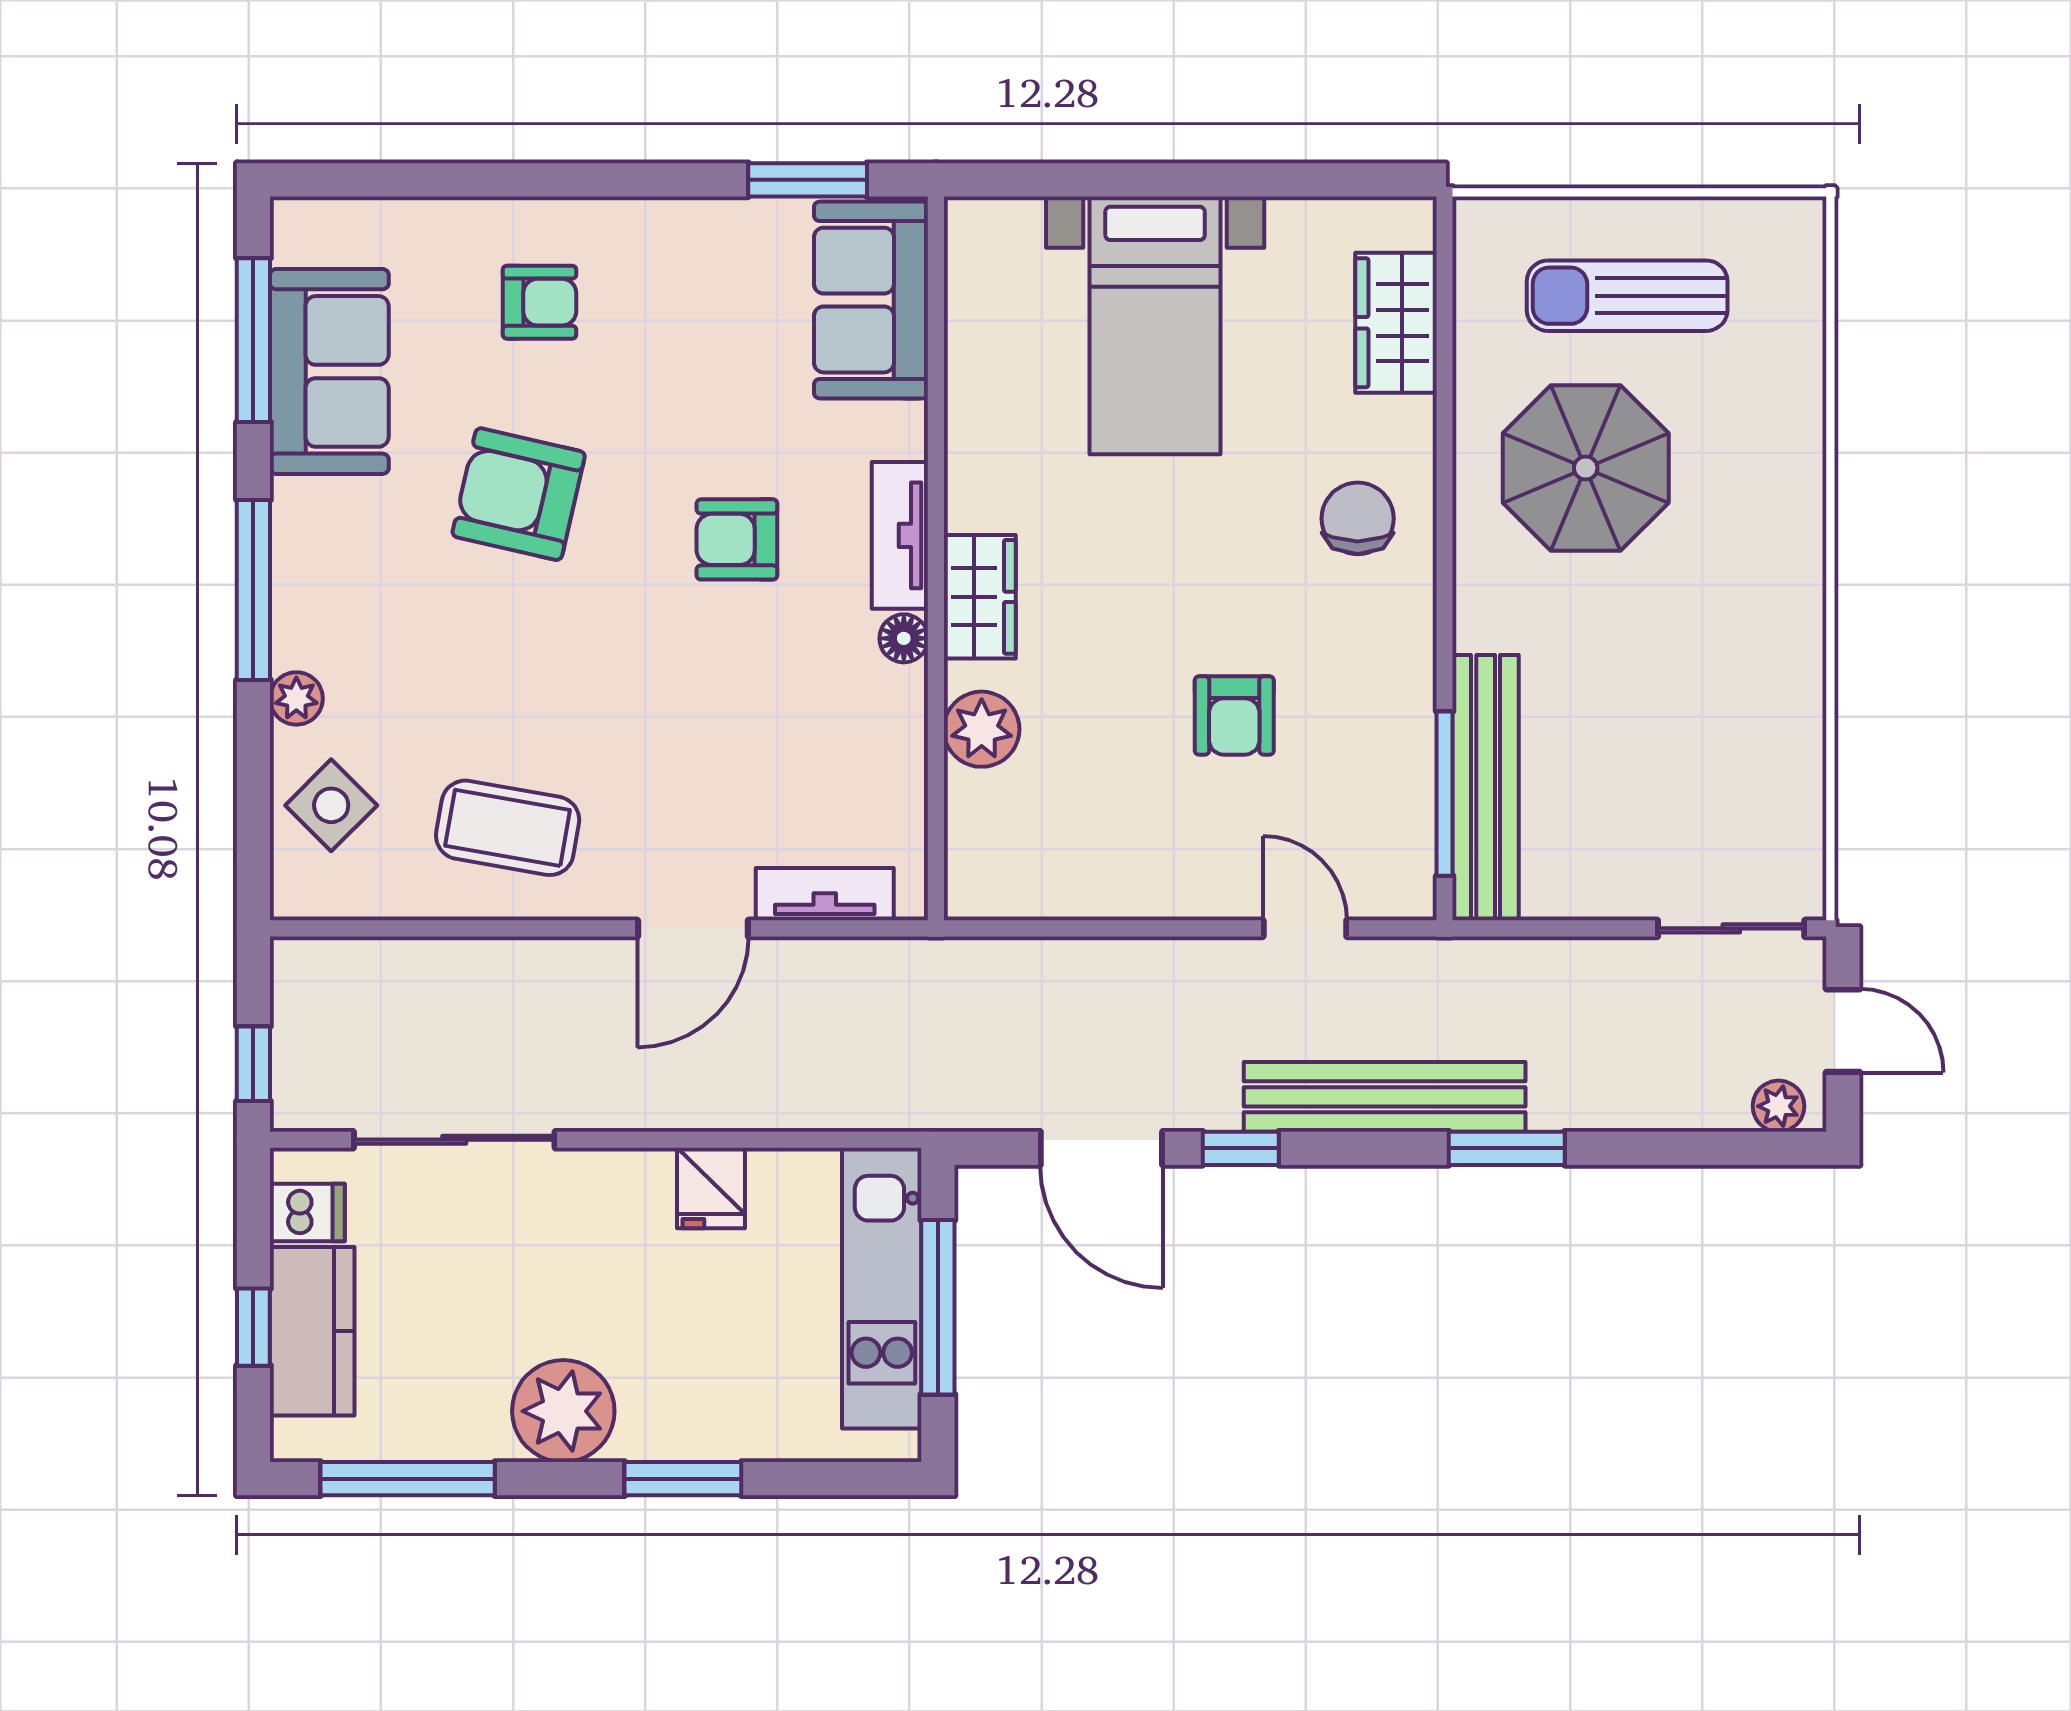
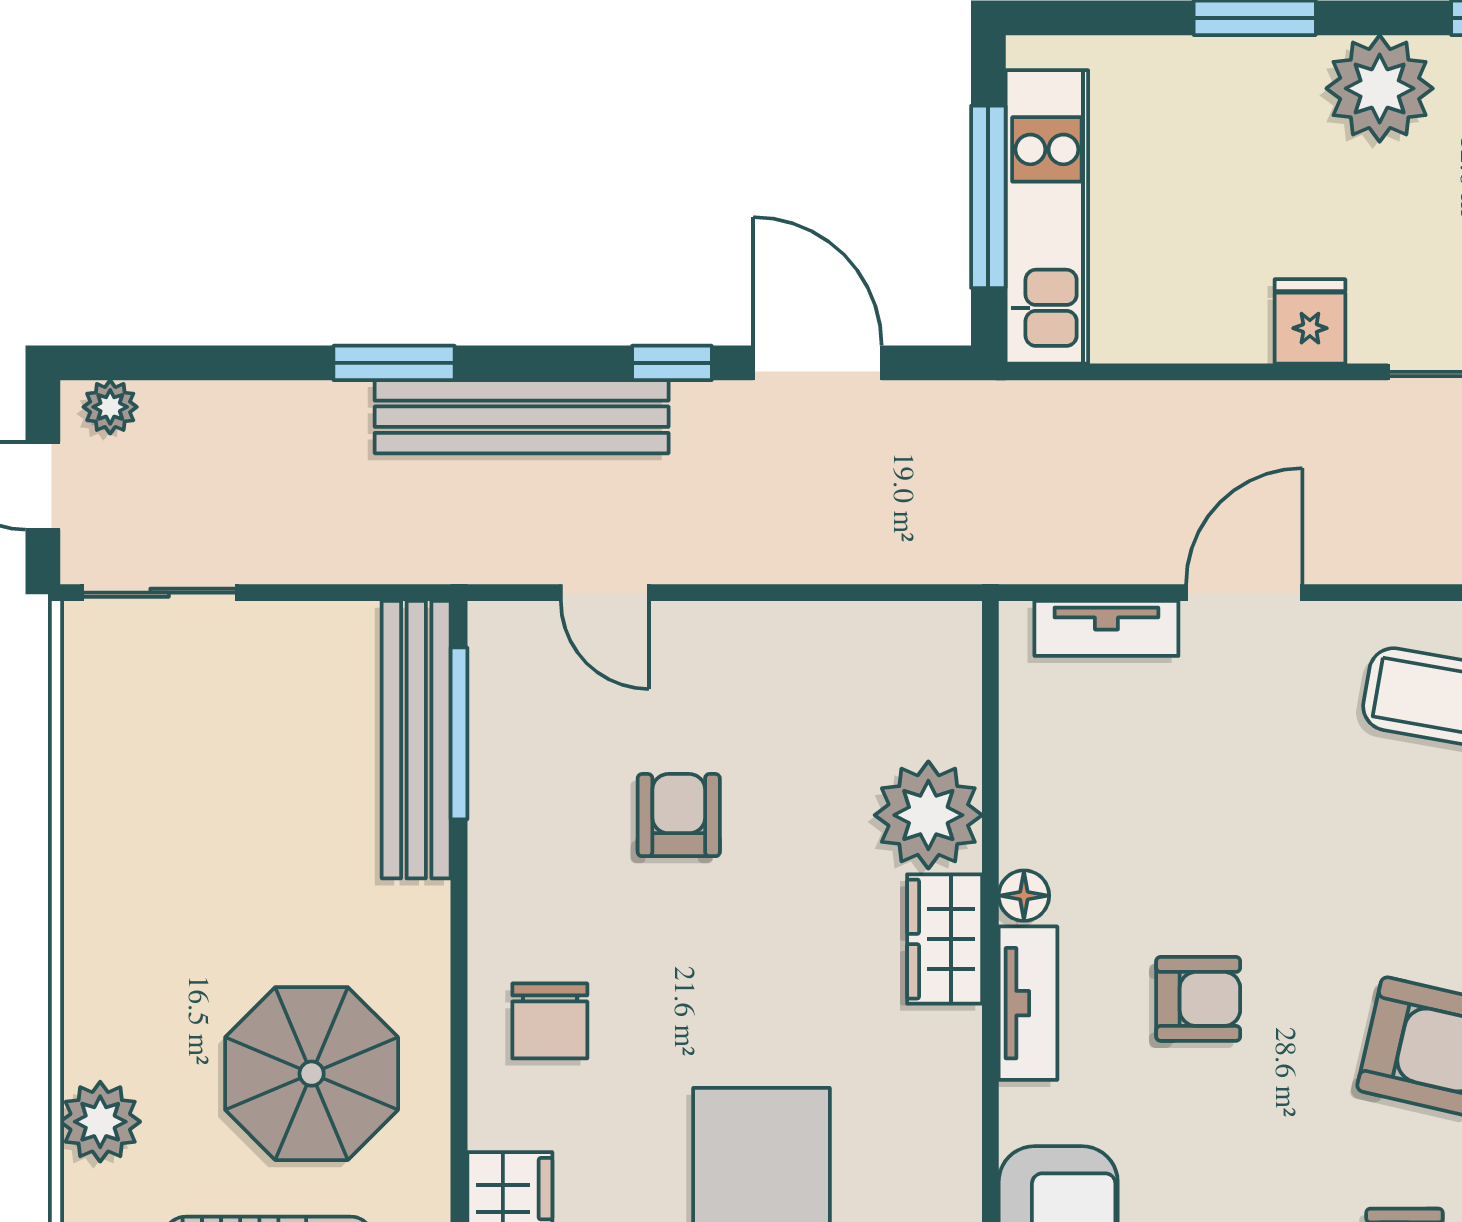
plant: (1788, 422) -> (100, 1122), added
plant: (982, 729) -> (928, 815), width x1.36, depth x1.36
fridge: (711, 1188) -> (1310, 321), moved

